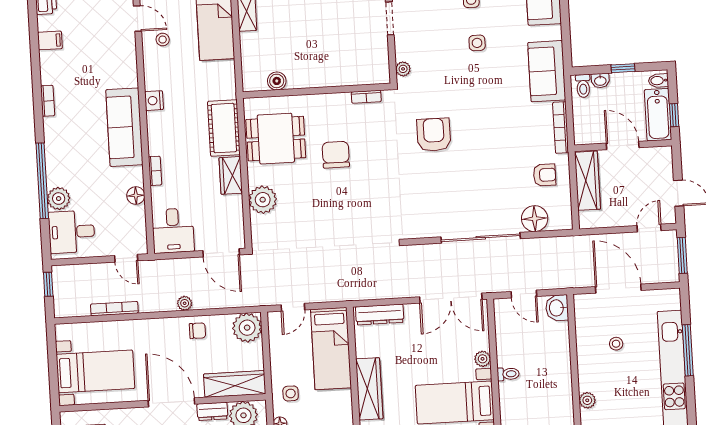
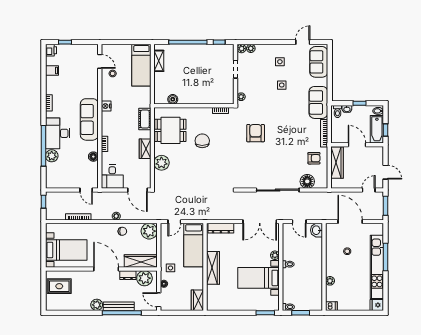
cot: (224, 128) -> (145, 119), width x0.73, depth x0.75
desk: (72, 232) -> (58, 133), moved, width x1.37

